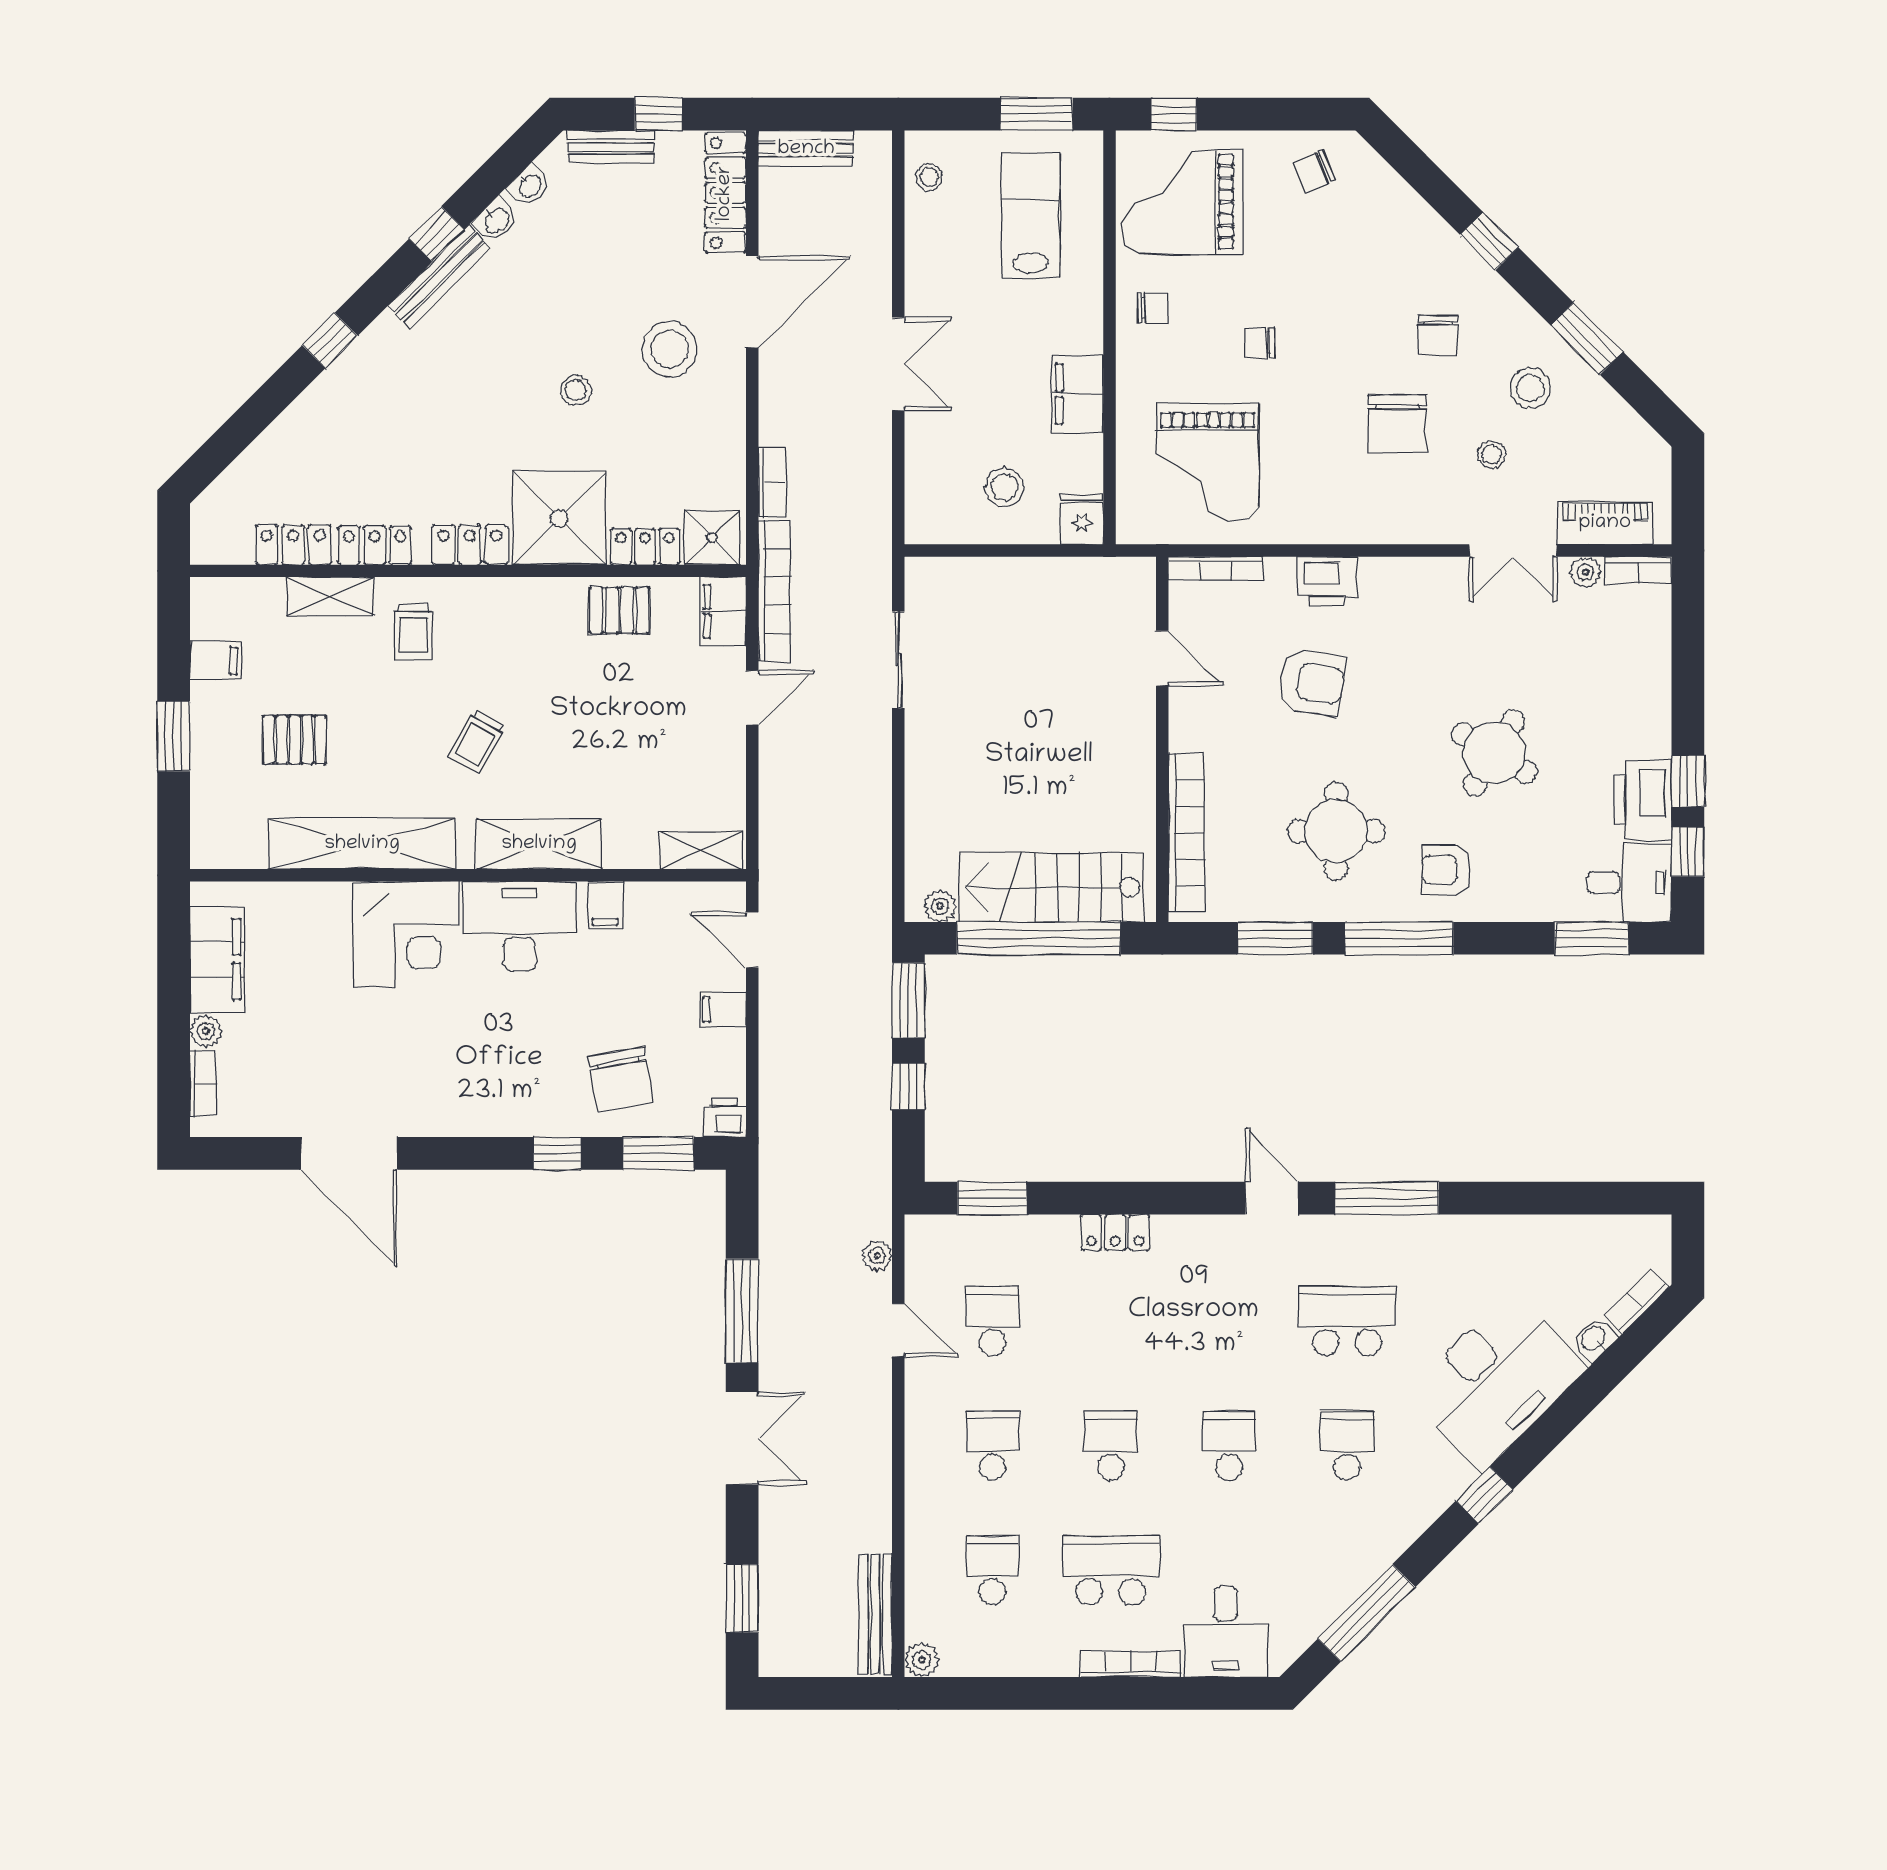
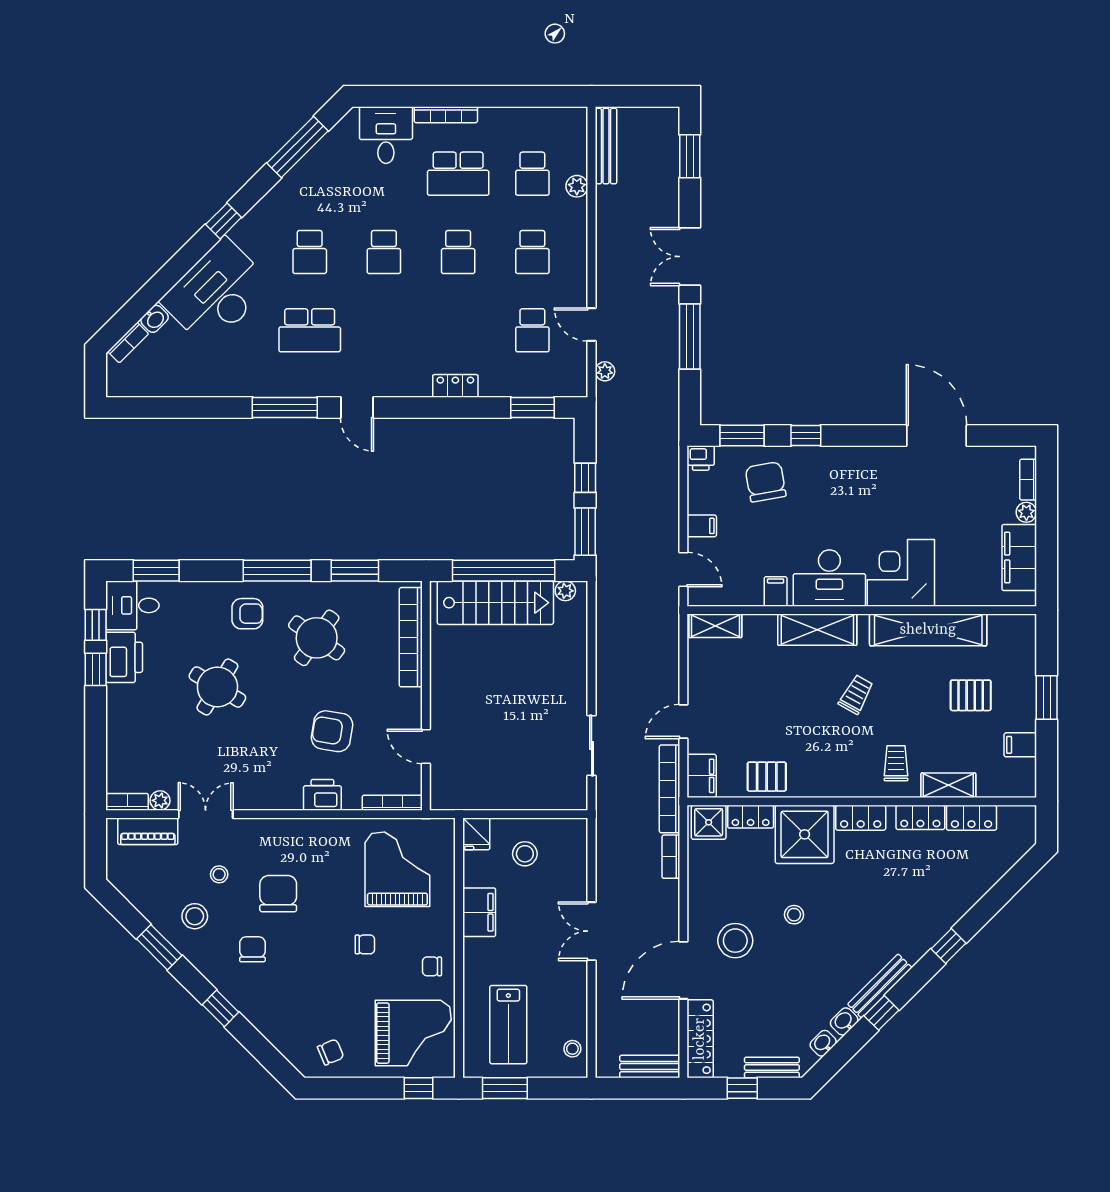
round table: (1336, 831) -> (317, 638), turned 35
plant: (922, 1660) -> (577, 186), moved

